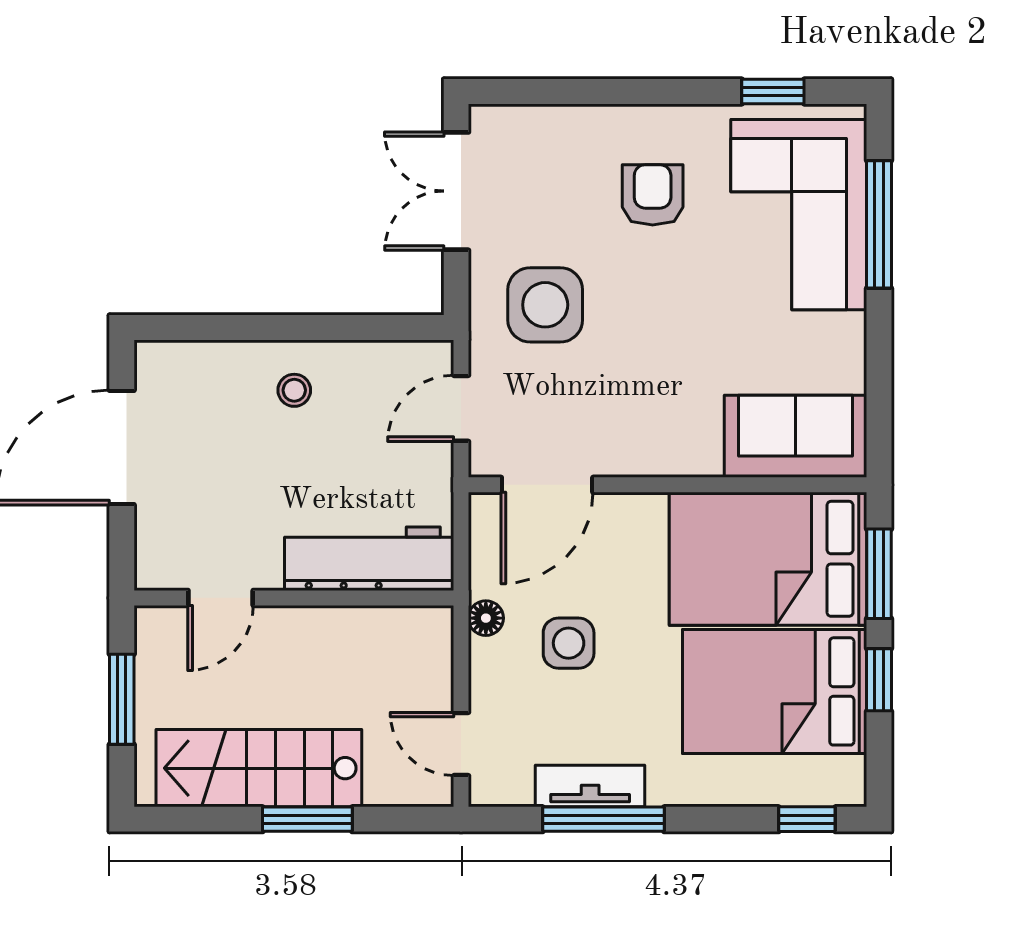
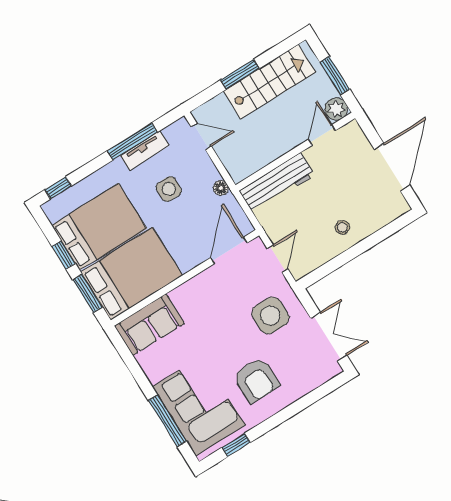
armchair: (653, 195) -> (256, 380), width x1.38, depth x1.38
plant: (160, 632) -> (336, 109), added
side table: (569, 643) -> (169, 189), moved

